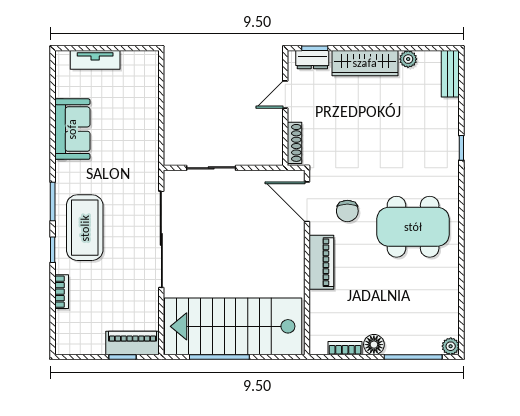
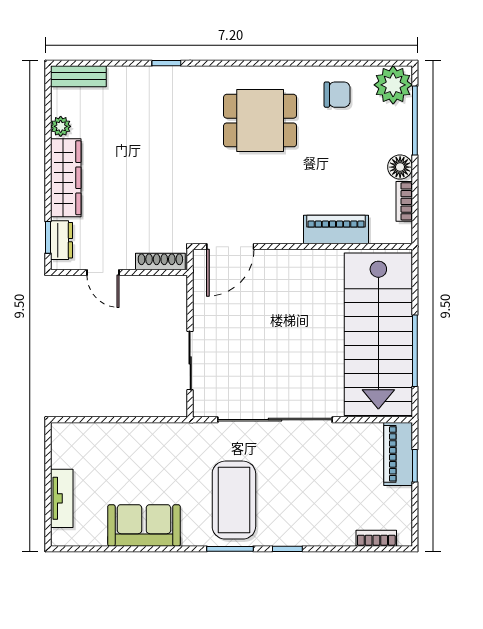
chair: (347, 211) -> (337, 95), moved
dining table: (413, 227) -> (260, 121), width x0.73
coffee table: (85, 228) -> (234, 500), moved, turned 90
piano: (321, 262) -> (336, 230), moved
bookcase: (62, 292) -> (376, 538), moved
plant: (451, 346) -> (393, 85), width x1.88, depth x1.88

